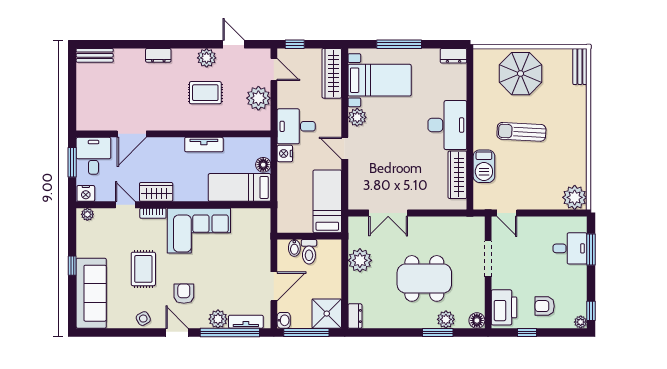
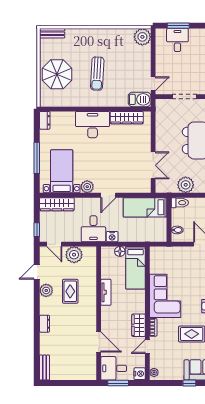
door: (274, 70) -> (54, 244), swing flipped
barbecue: (484, 166) -> (140, 99), moved
toilet: (309, 252) -> (180, 203), moved

